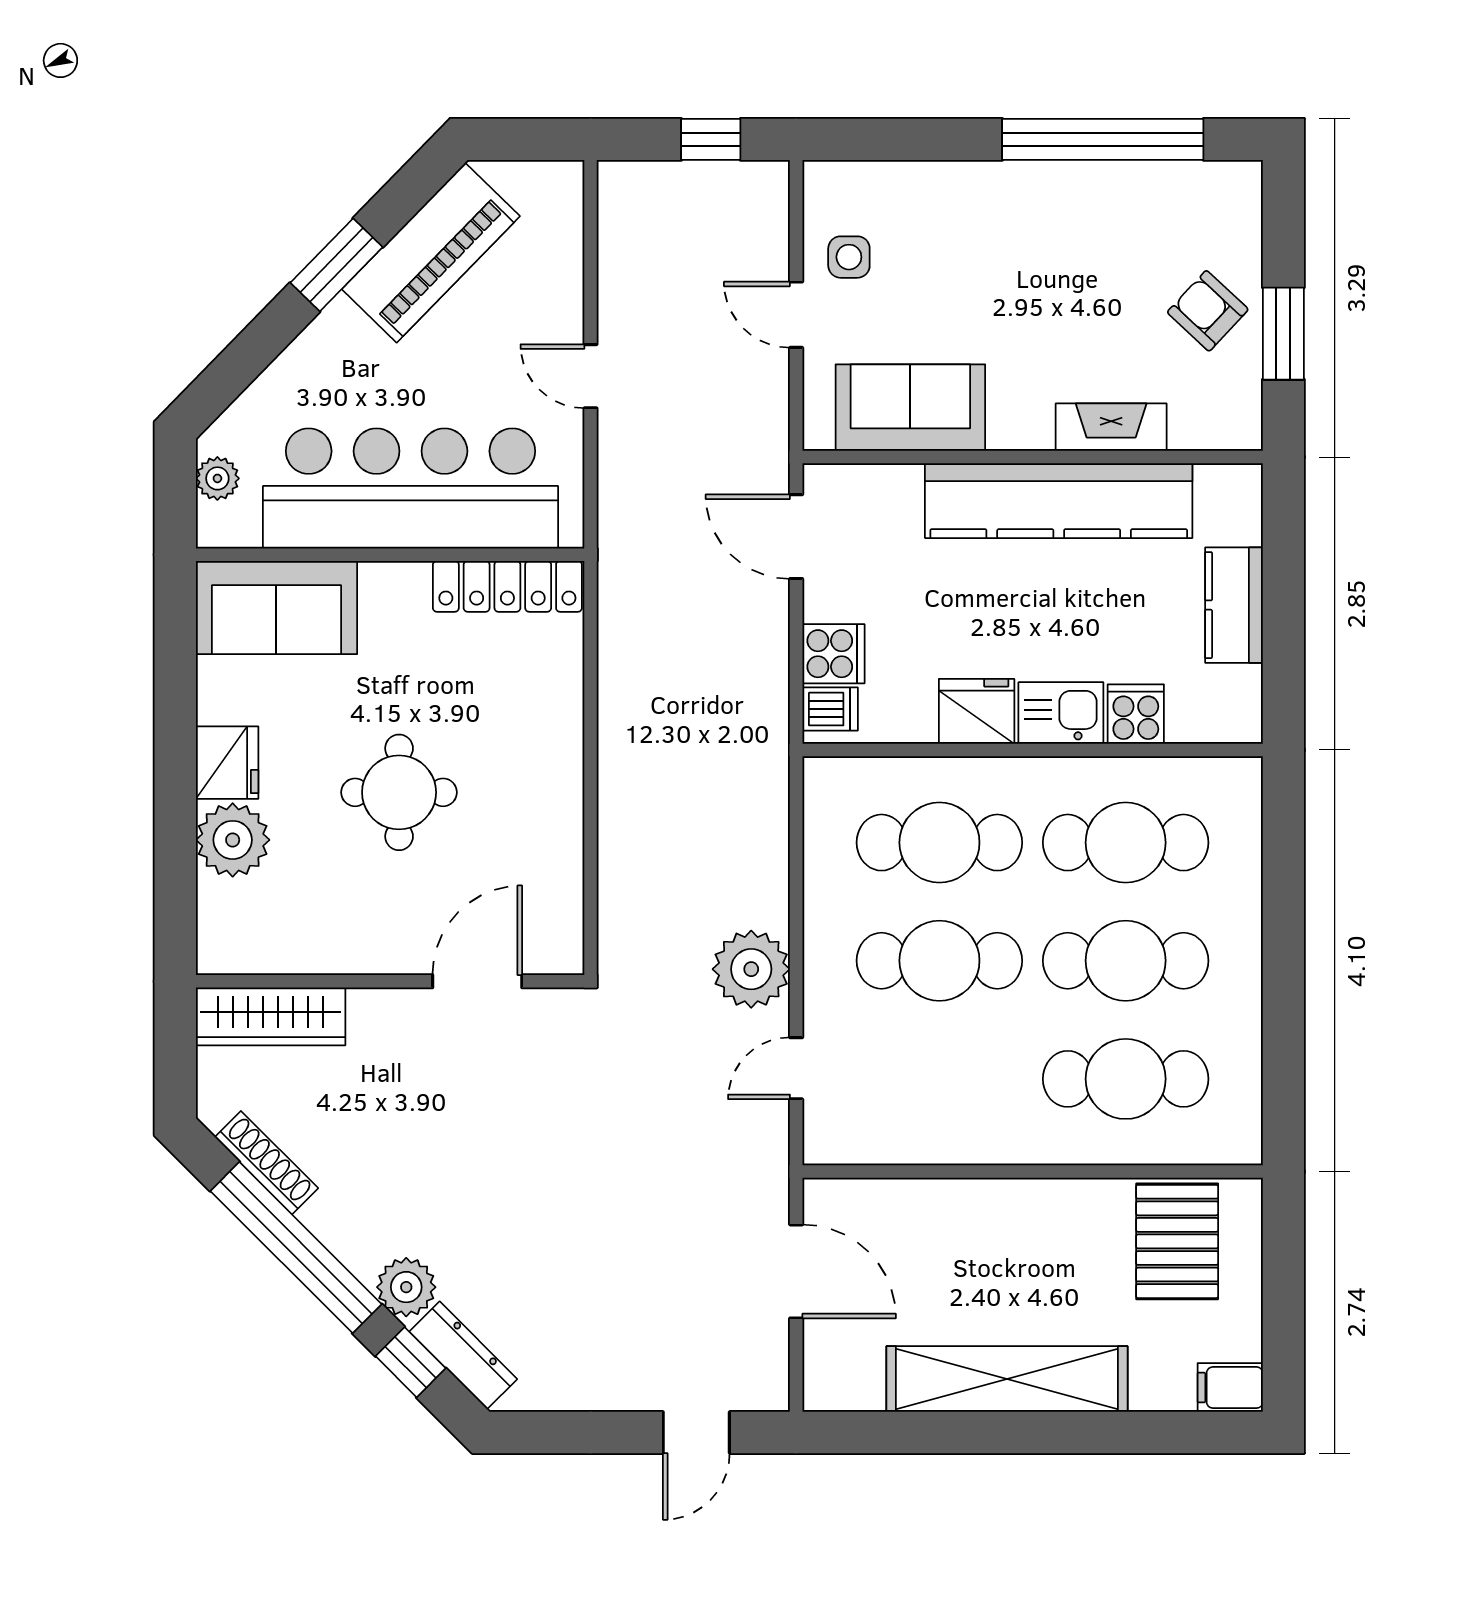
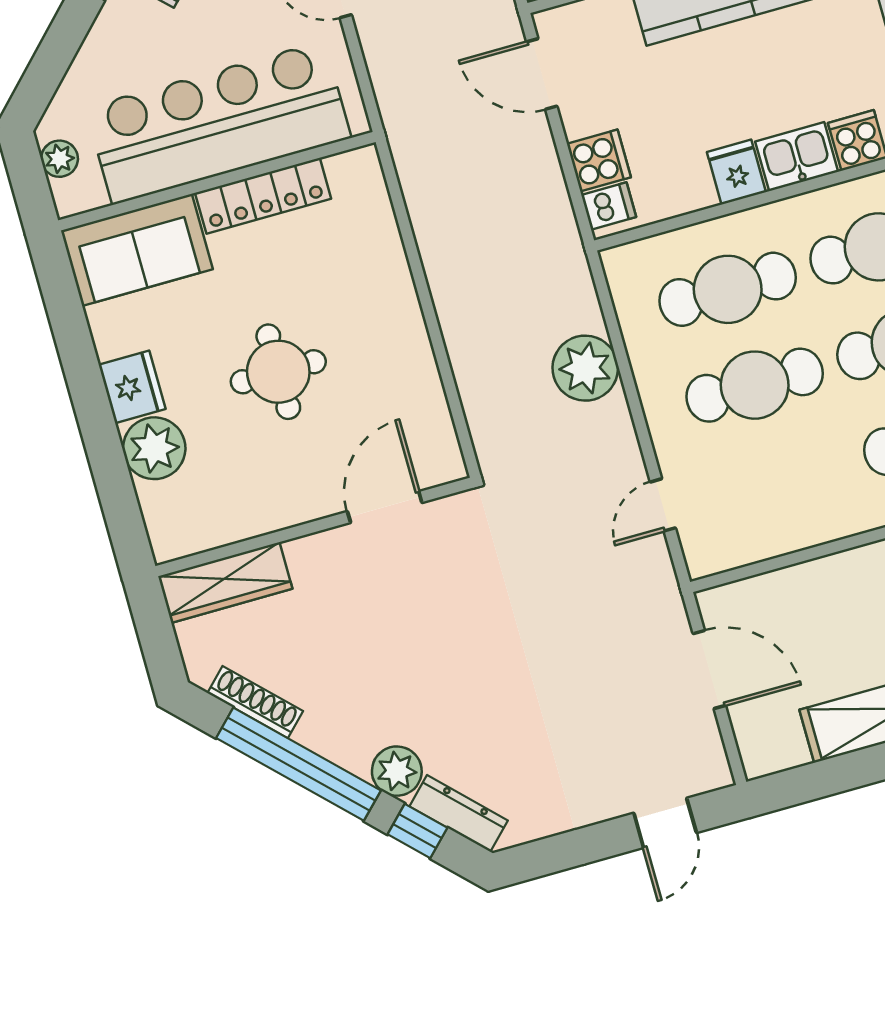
locker: (507, 586) -> (263, 196), moved
fridge: (977, 711) -> (736, 172), width x0.72
plant: (751, 969) -> (585, 368), moved

